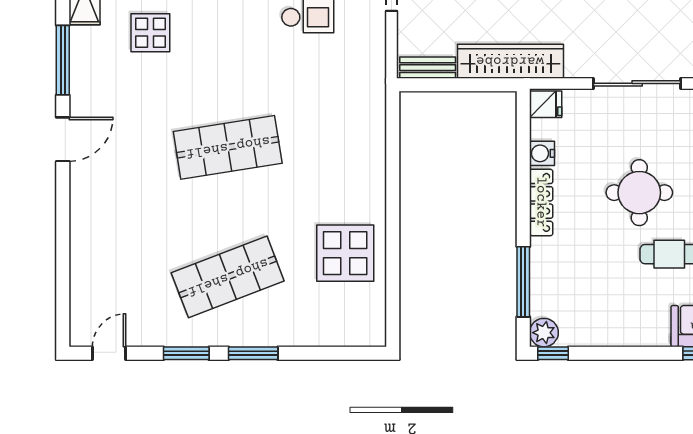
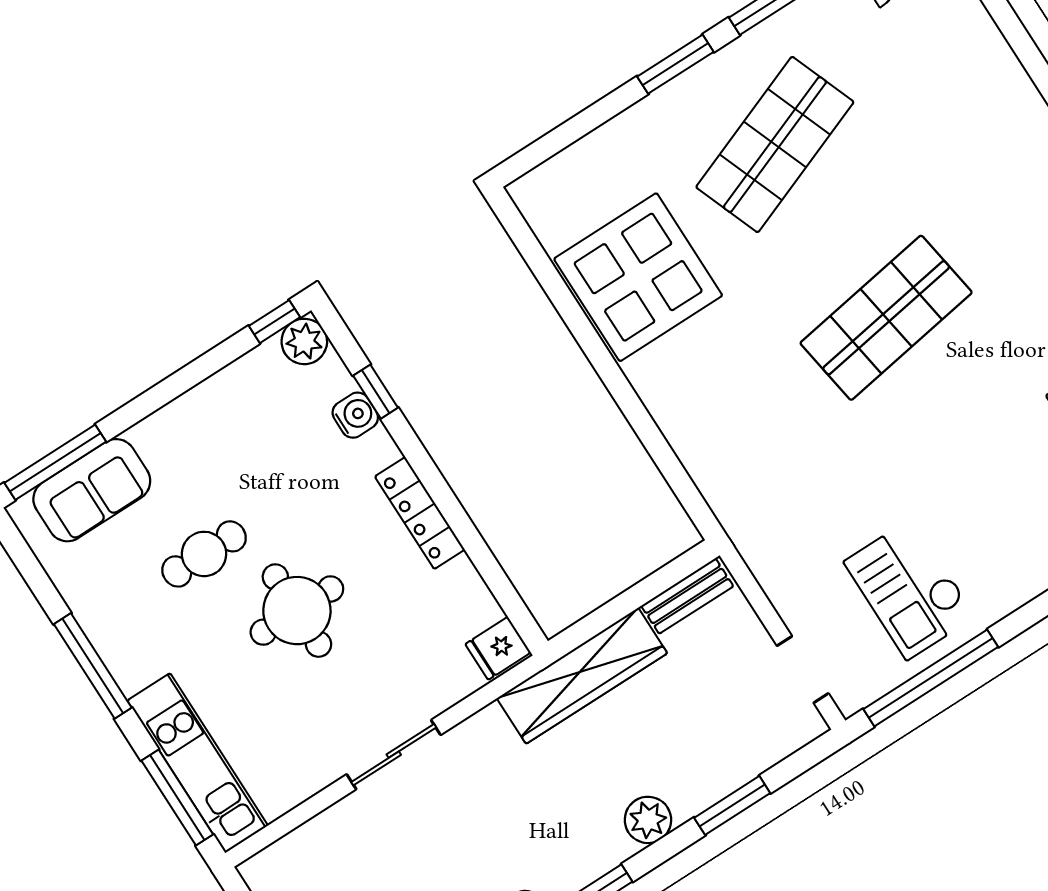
sliding door: (637, 83) -> (394, 755), width x0.73
water cooler: (542, 153) -> (355, 415), moved
display table: (345, 253) -> (638, 277), width x1.36, depth x1.36
window: (523, 282) -> (376, 392), width x0.46

